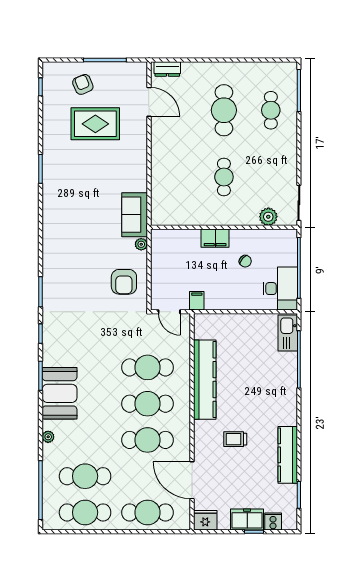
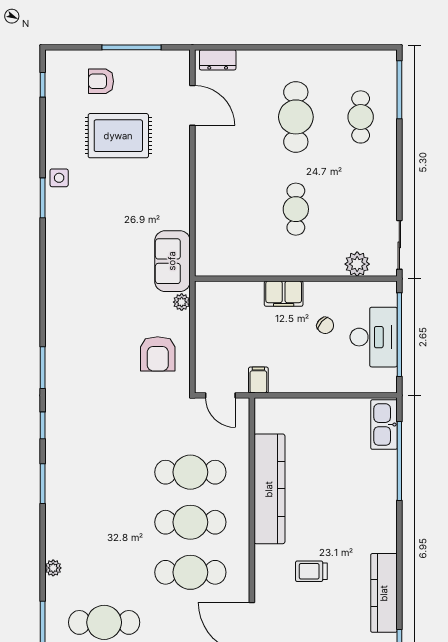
armchair: (83, 84) -> (101, 81), turned -67
side table: (52, 154) -> (59, 178), added
desk: (280, 289) -> (374, 337), moved
booth: (60, 393) -> (69, 508), removed

